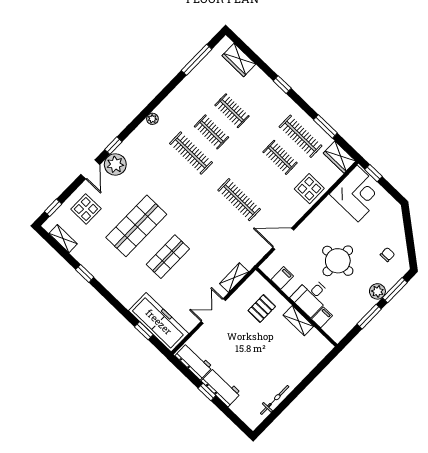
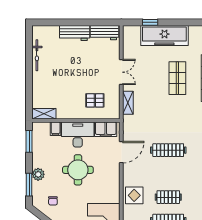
filing cabinet: (282, 278) -> (106, 129), width x2.00
desk: (311, 297) -> (78, 135), width x1.37
pallet: (262, 309) -> (95, 100), turned 90
window: (369, 317) -> (29, 141), moved
shelving: (298, 321) -> (44, 114), moved
freezer: (159, 322) -> (164, 35), moved
window: (207, 392) -> (80, 22), removed

